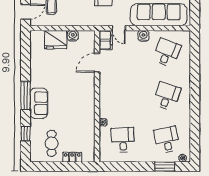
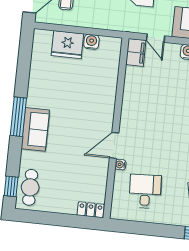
door: (97, 63) -> (114, 145), moved
window: (26, 134) -> (11, 186), moved
cafe table: (52, 143) -> (30, 187), moved
locker: (72, 157) -> (91, 210), moved

